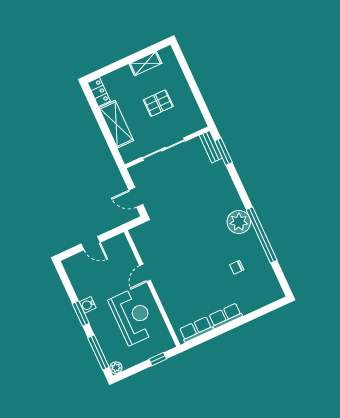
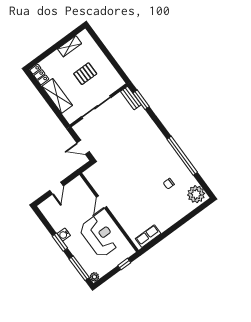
plant: (239, 222) -> (196, 194), moved
door: (91, 243) -> (56, 188), hinge flipped
row of seats: (225, 316) -> (168, 222), removed

